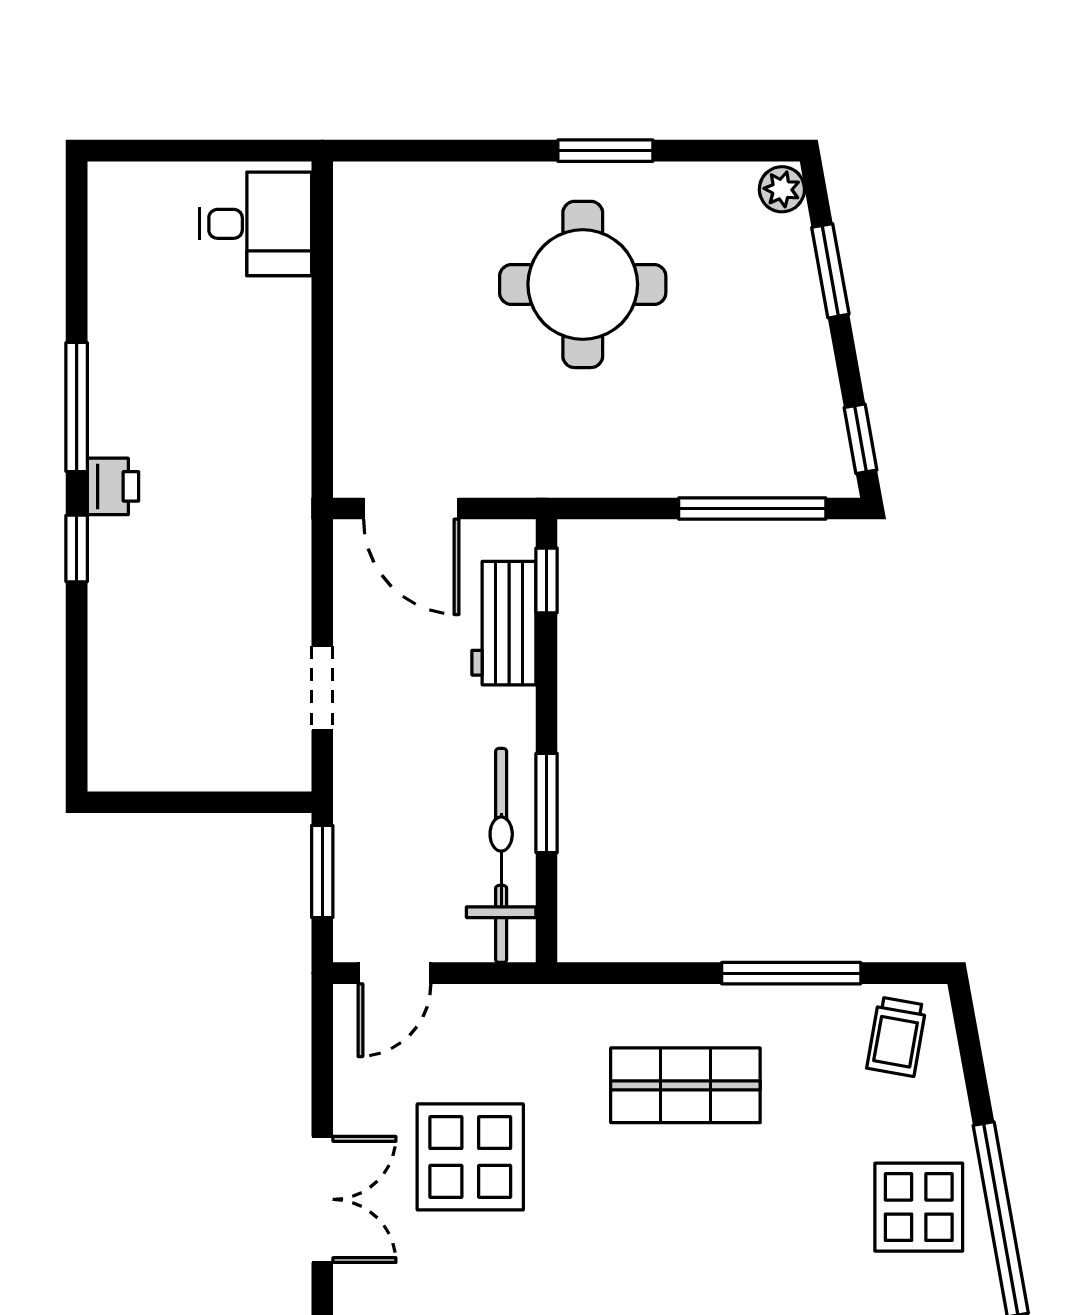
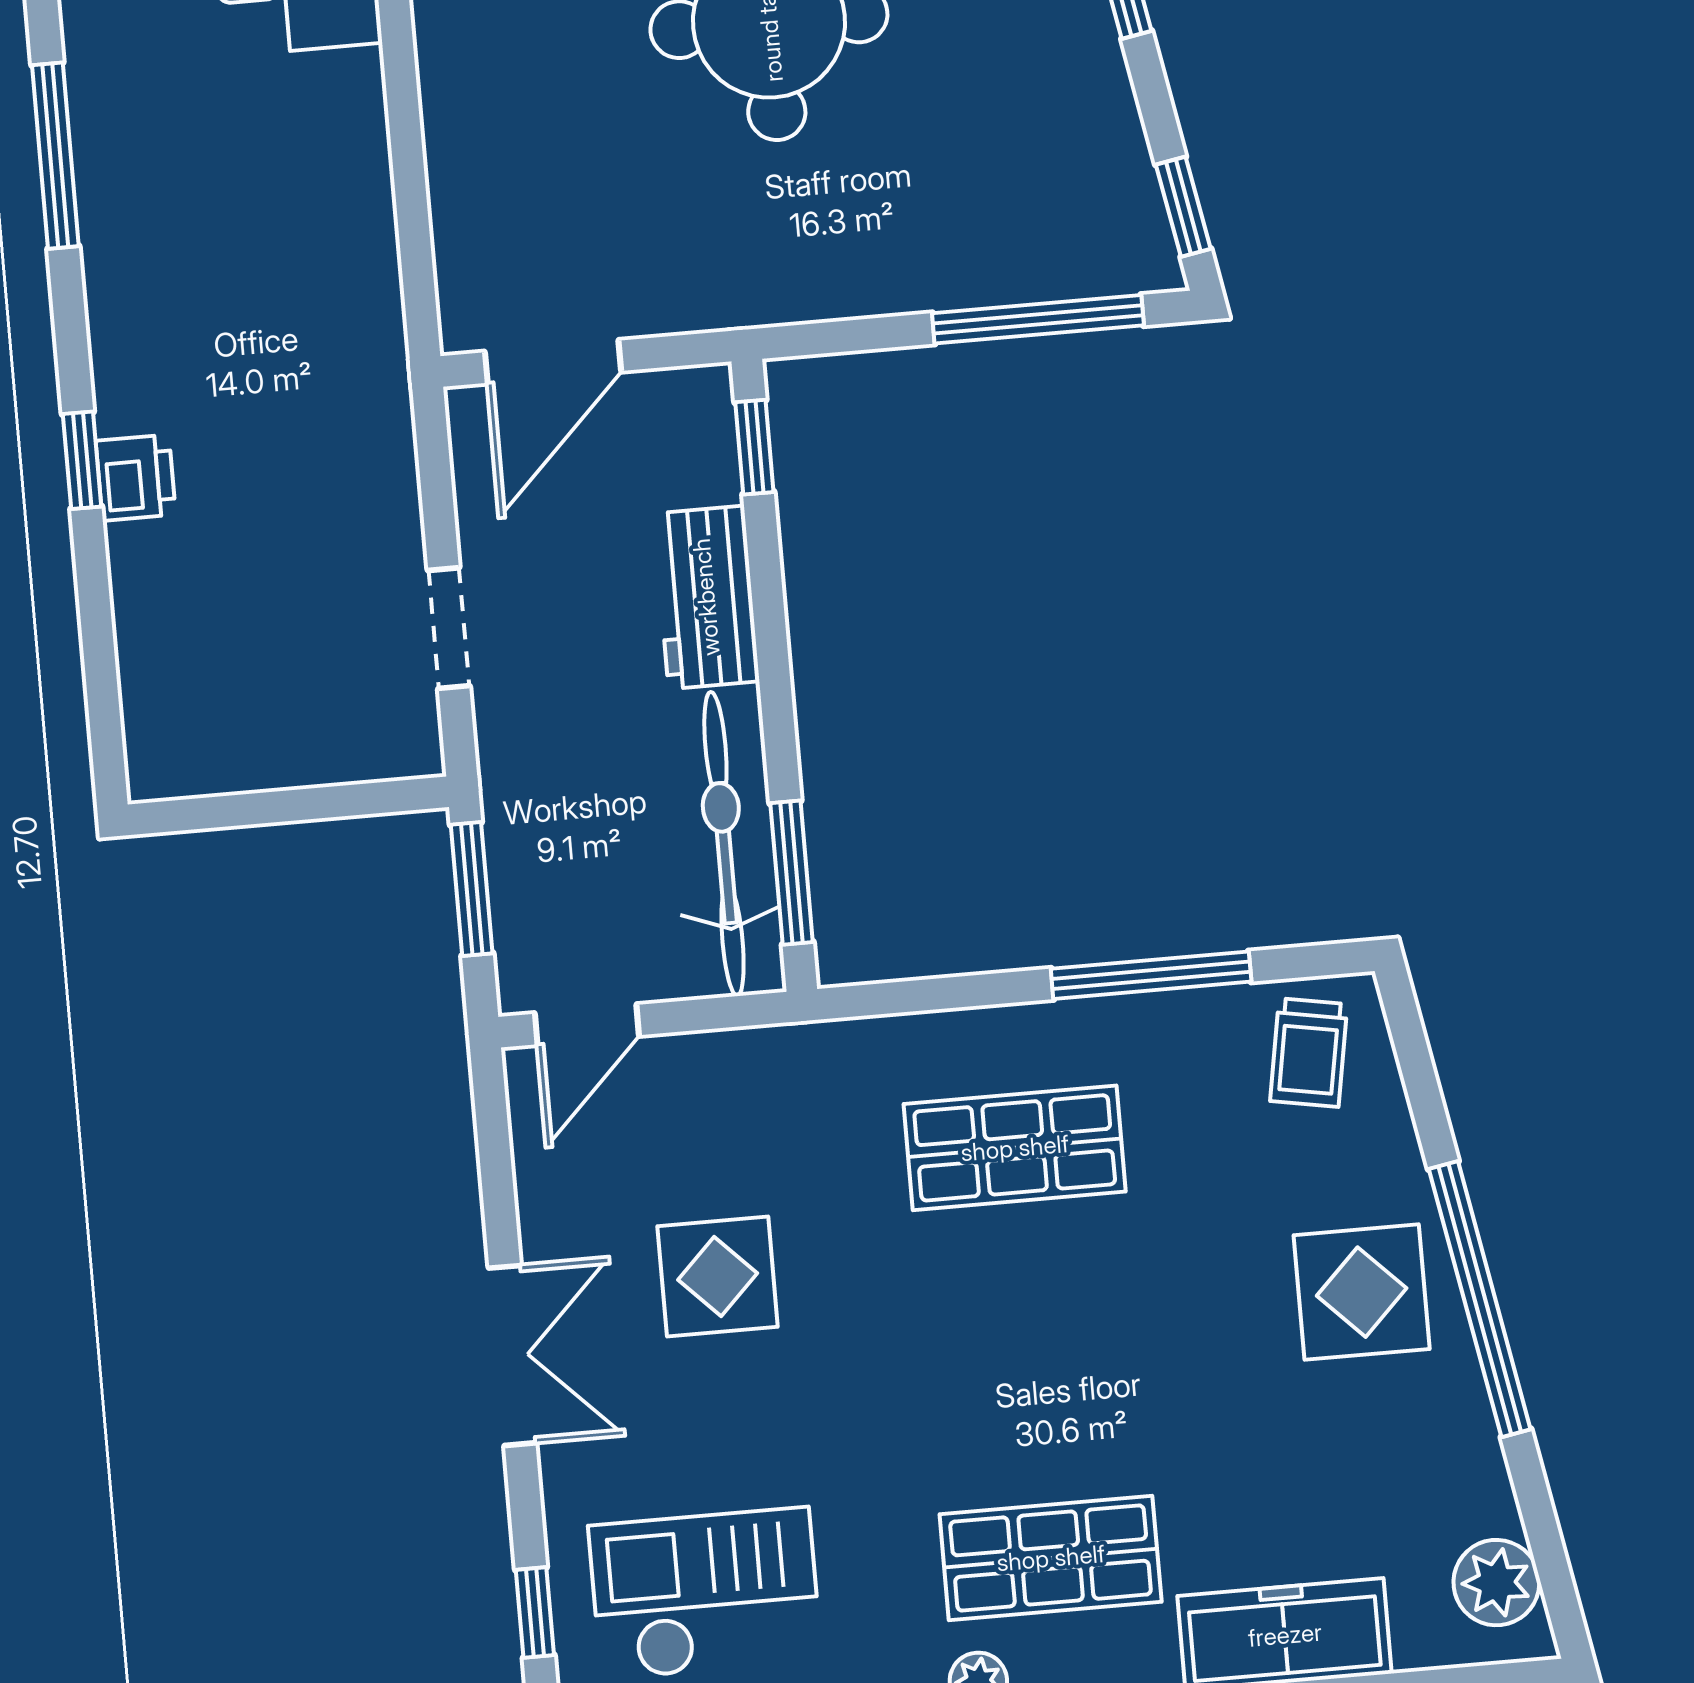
window: (77, 407) -> (55, 156), moved
printer: (113, 486) -> (136, 478), moved
door: (411, 508) -> (553, 362), hinge flipped
workbench: (504, 623) -> (706, 597), moved
window: (547, 803) -> (792, 873), moved
display table: (470, 1157) -> (718, 1277), width x0.73, depth x0.73

